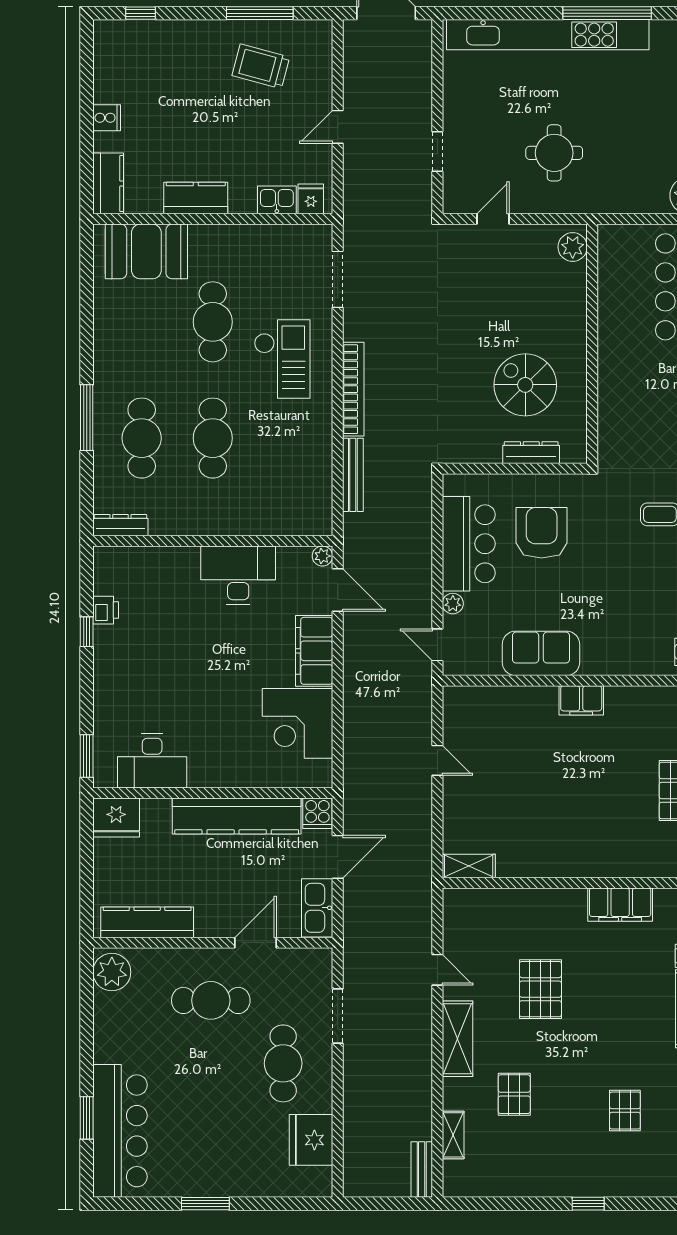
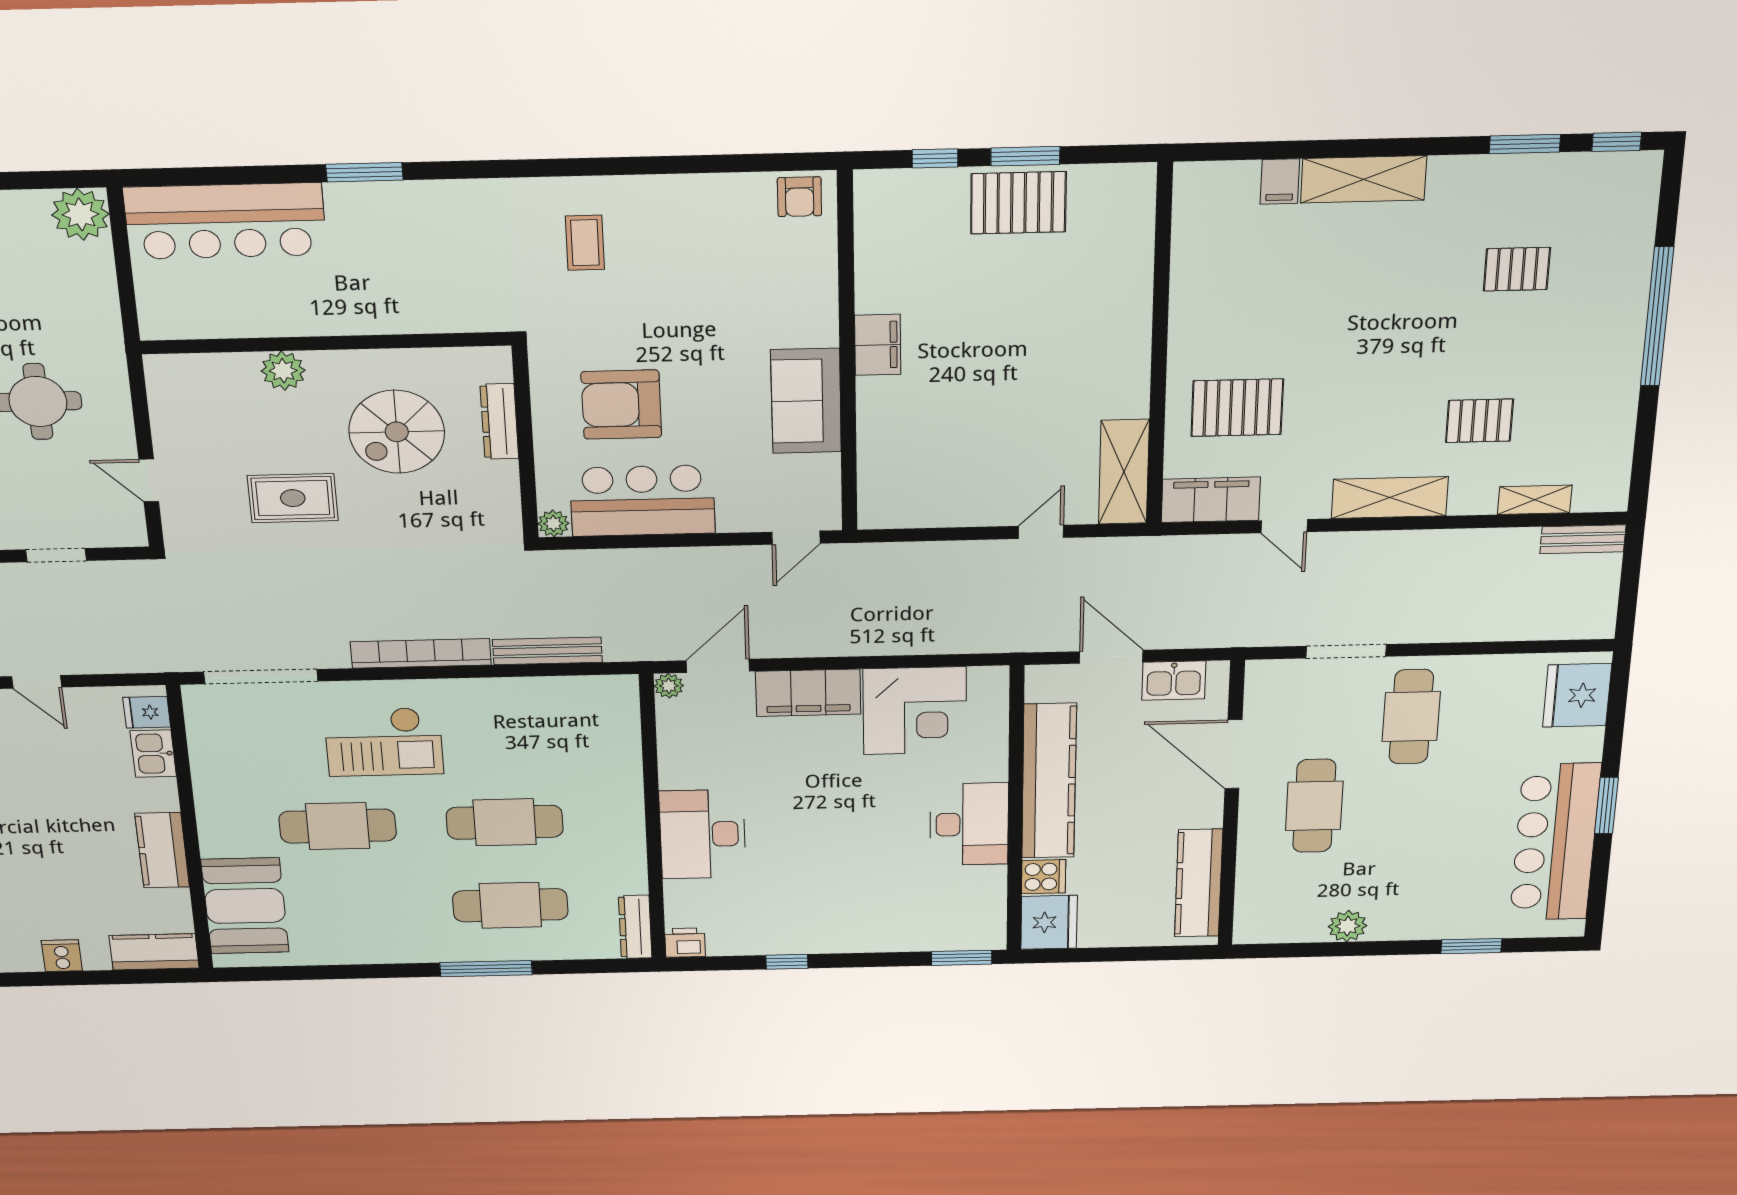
plant: (573, 247) -> (283, 371), moved
doorway: (338, 279) -> (261, 677), width x1.36
rug: (477, 313) -> (293, 498), added
checkout: (282, 359) -> (384, 742), turned 180
desk: (238, 575) -> (703, 834), moved
plant: (453, 604) -> (553, 523), moved
printer: (106, 610) -> (685, 943), moved
door: (437, 760) -> (1041, 532), moved
desk: (152, 761) -> (969, 824), moved
cooker: (317, 813) -> (1044, 877), moved
shelving: (469, 866) -> (1124, 472), width x1.50, depth x1.33
filing cabinet: (620, 905) -> (1211, 500), moved, turned -90
kitchen sink: (317, 908) -> (1174, 681), width x0.73
door: (256, 943) -> (1233, 754), width x1.36
door: (437, 970) -> (1284, 526), swing flipped
plant: (112, 972) -> (1348, 926), moved, width x0.73, depth x0.73
pallet: (540, 989) -> (1237, 408), moved
cafe table: (283, 1063) -> (1411, 717), turned 90
bar counter: (120, 1131) -> (1555, 842), moved, turned -90
fridge: (311, 1140) -> (1577, 695), moved, turned 90
window: (588, 1204) -> (1657, 317), width x3.17

